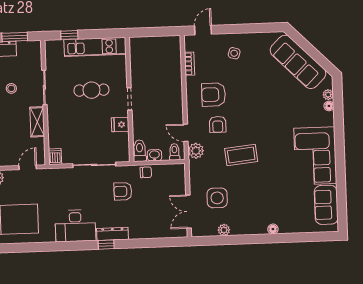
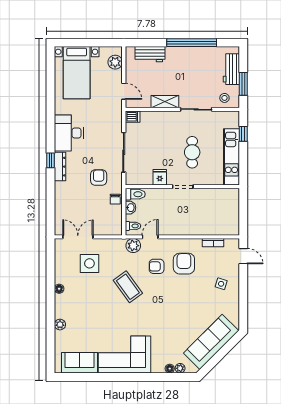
stool: (11, 88) -> (224, 98), moved
coffee table: (241, 155) -> (128, 287), turned -30
floor lamp: (273, 229) -> (59, 289), moved
plant: (224, 230) -> (60, 325), moved

